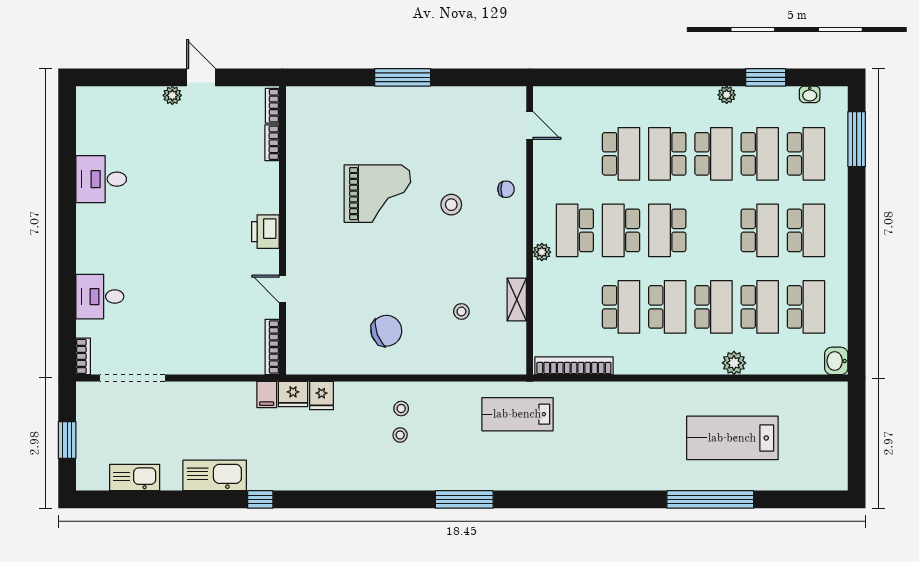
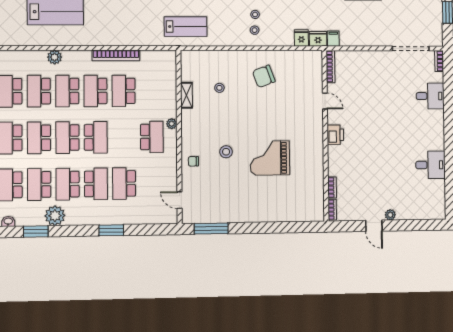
window: (403, 77) -> (211, 229), moved
window: (643, 77) -> (111, 230), added
plant: (727, 95) -> (55, 216), width x1.88, depth x1.88
school desk: (621, 230) -> (67, 138), moved, turned 180
bookcase: (574, 366) -> (116, 55), moved

